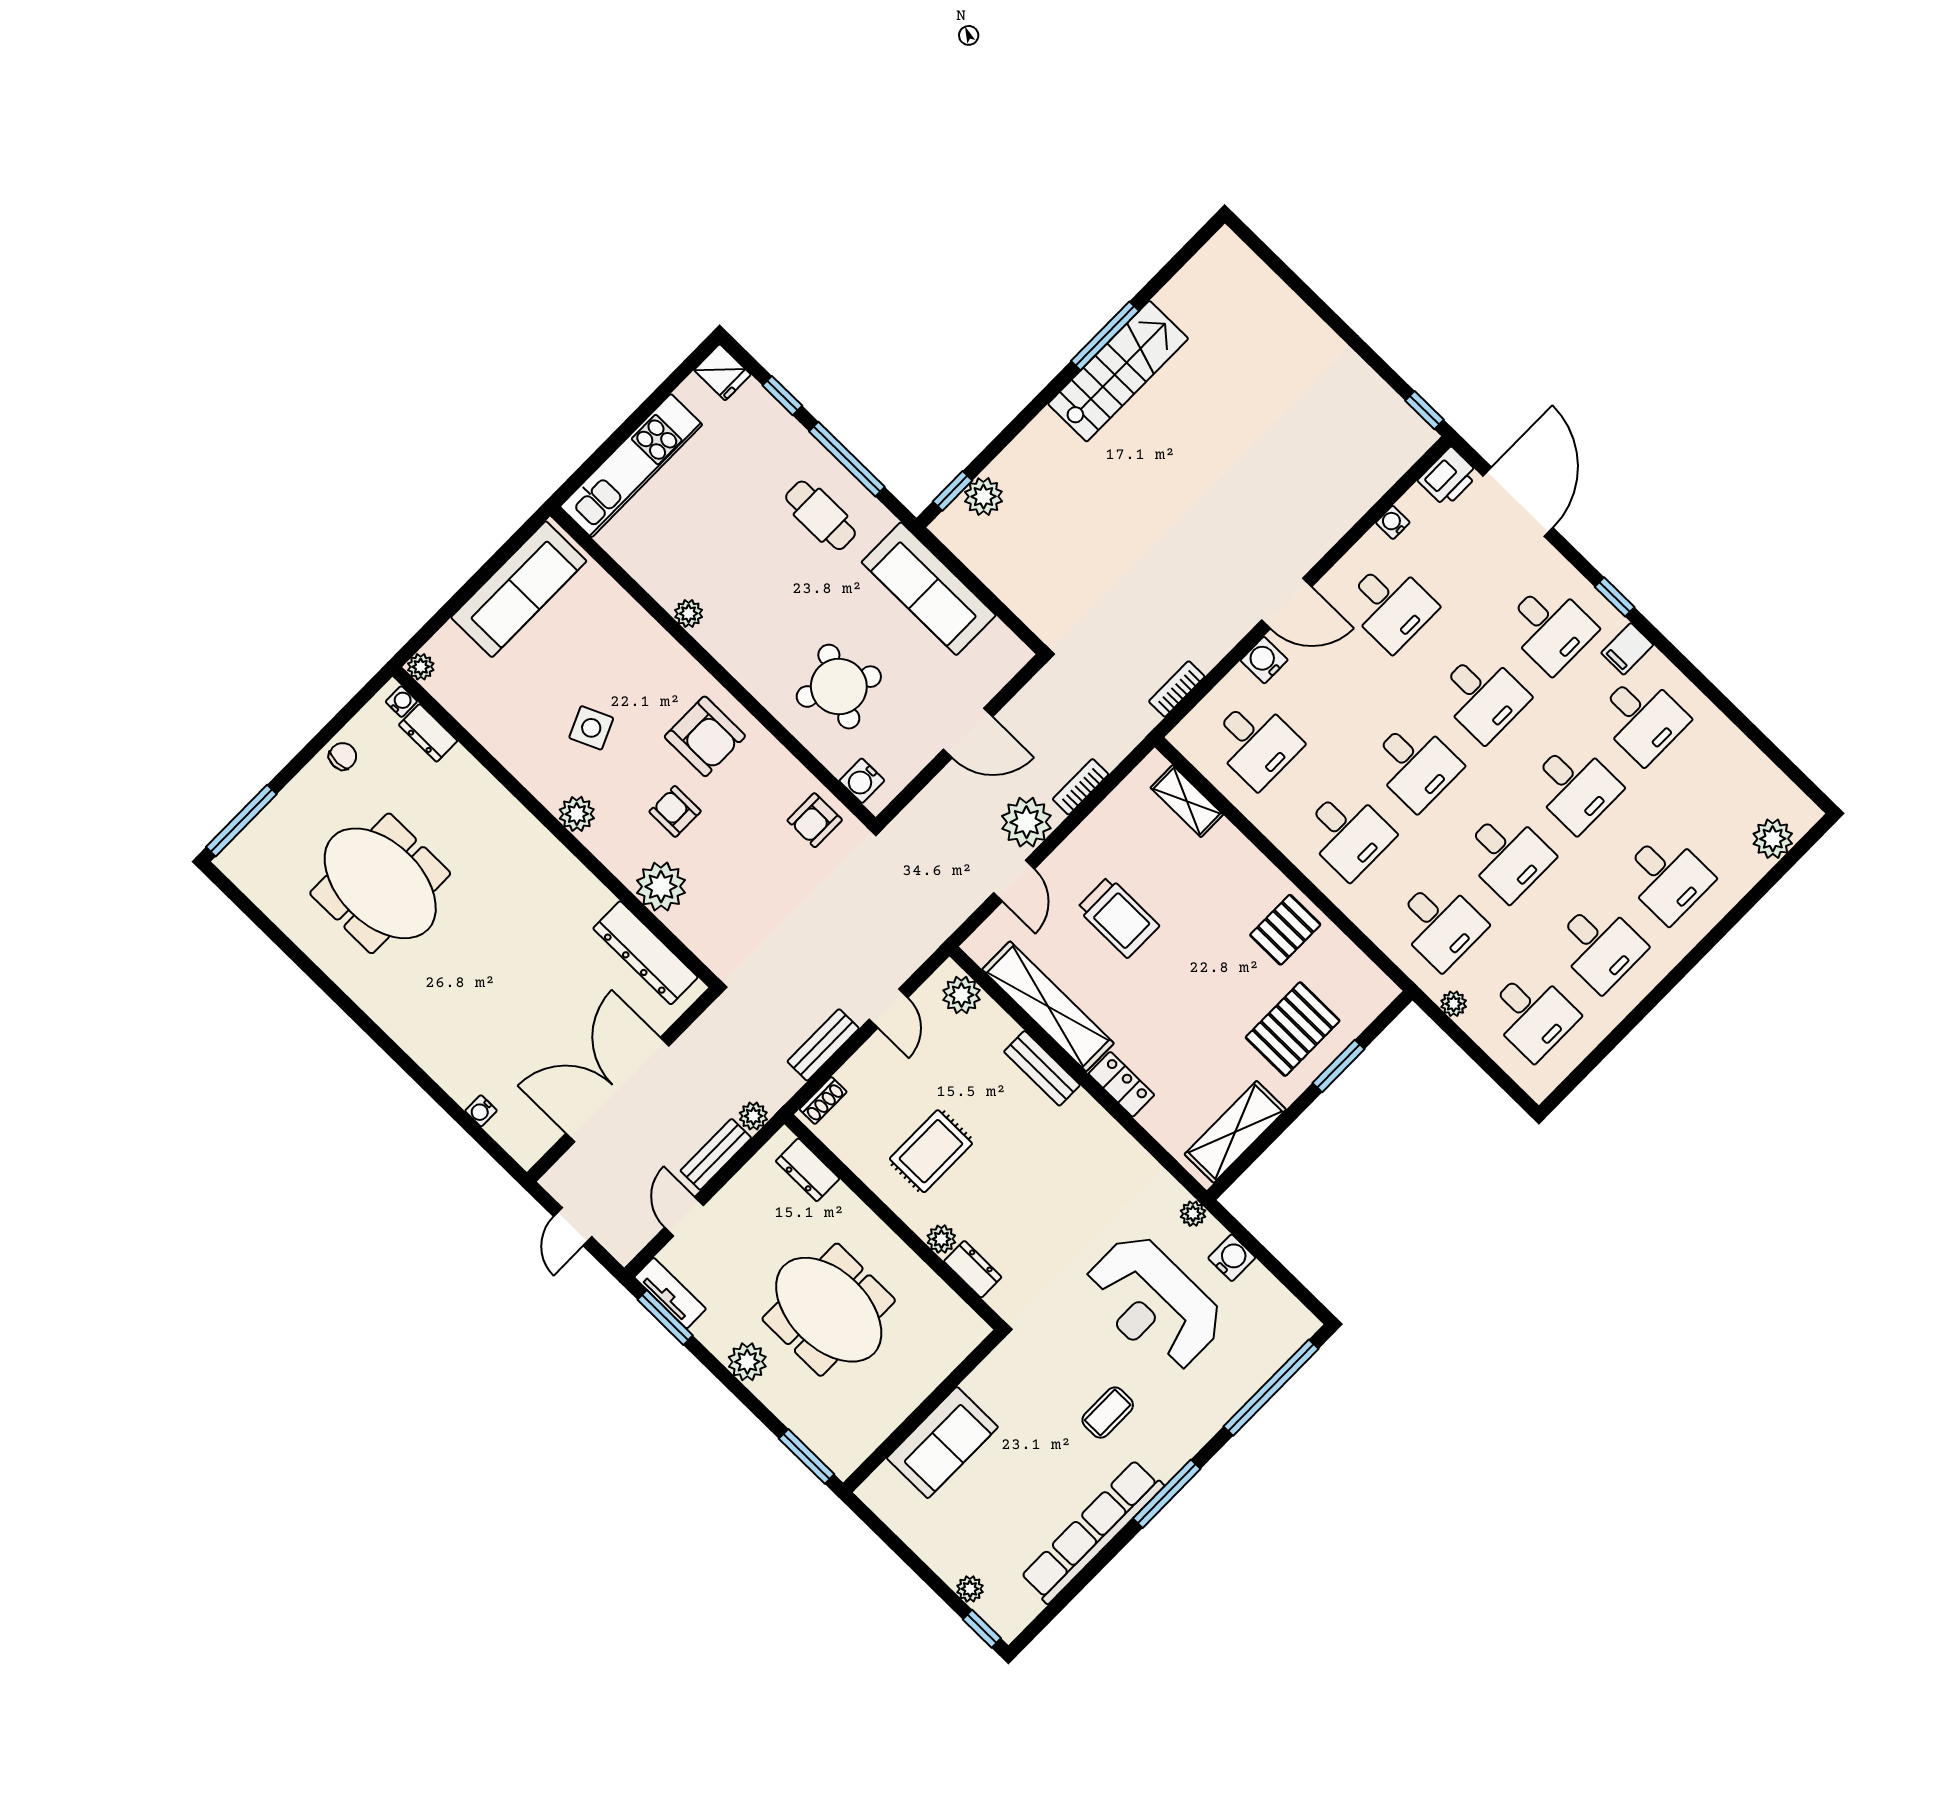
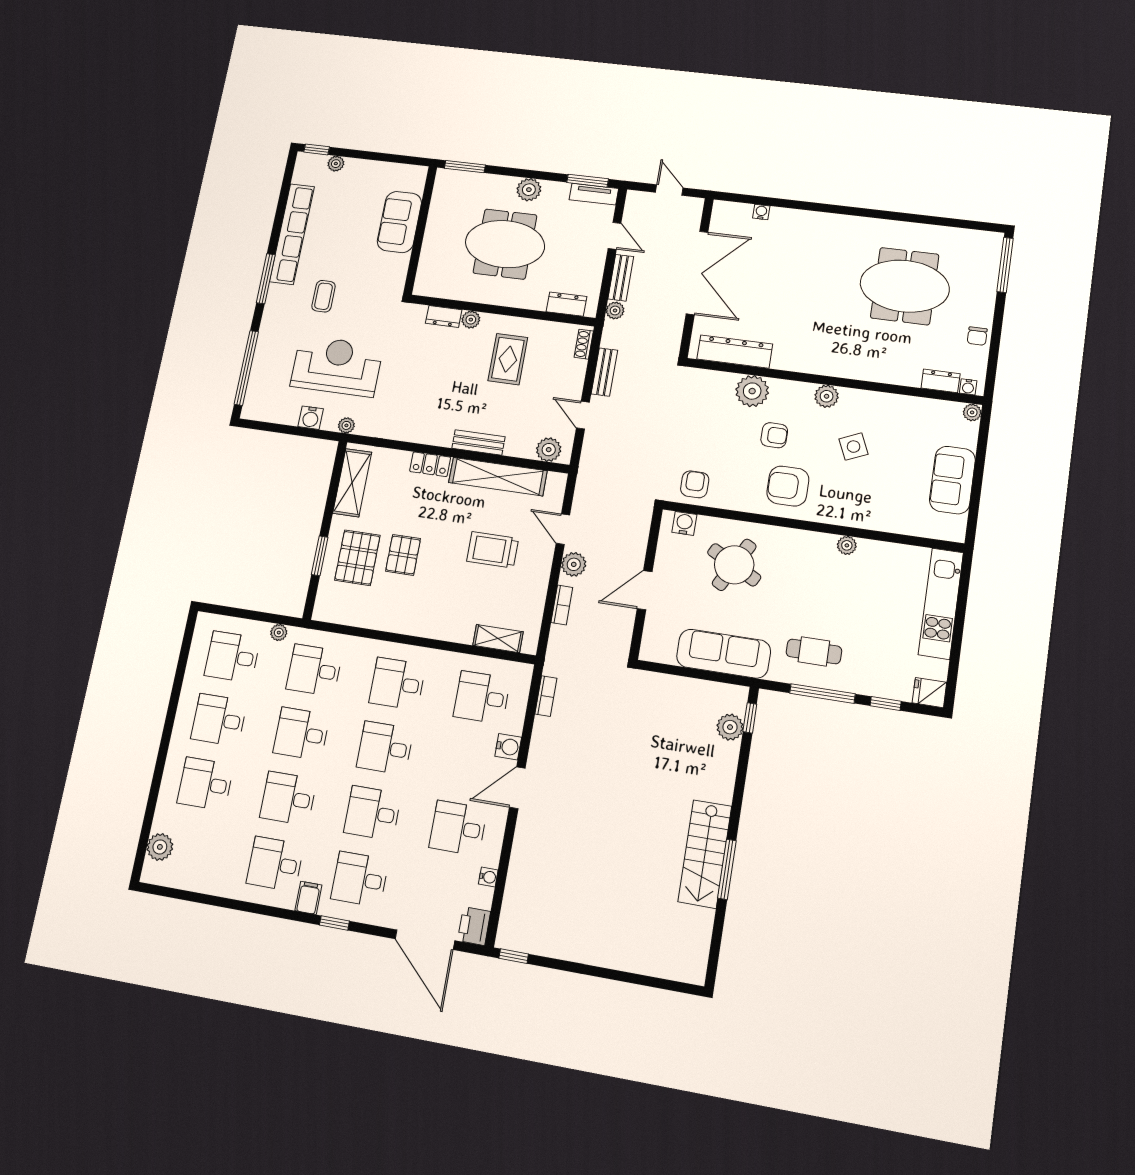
sofa: (519, 589) -> (952, 480), width x0.73
plant: (1026, 822) -> (574, 564), width x0.73, depth x0.73
pallet: (1285, 930) -> (403, 555), moved

